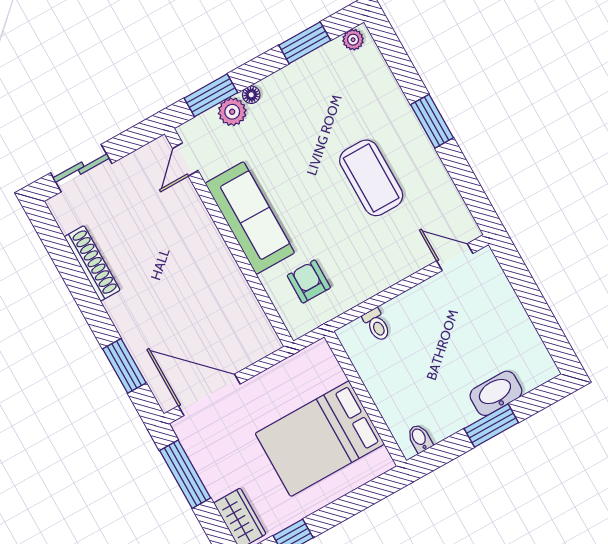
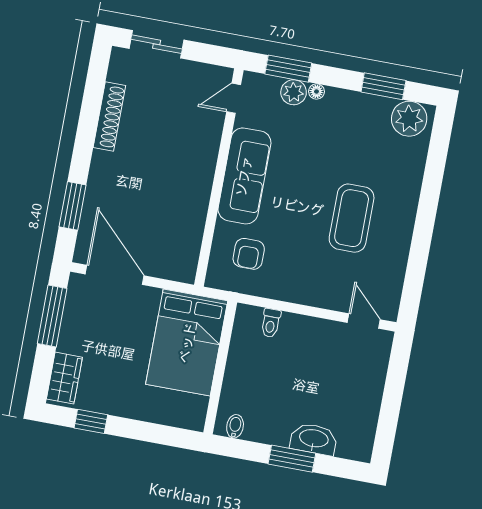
plant: (353, 40) -> (409, 119), width x1.87, depth x1.87
window: (432, 121) -> (426, 214), removed
armchair: (309, 282) -> (249, 254), turned 180
bed: (320, 439) -> (187, 343), moved, turned -90

